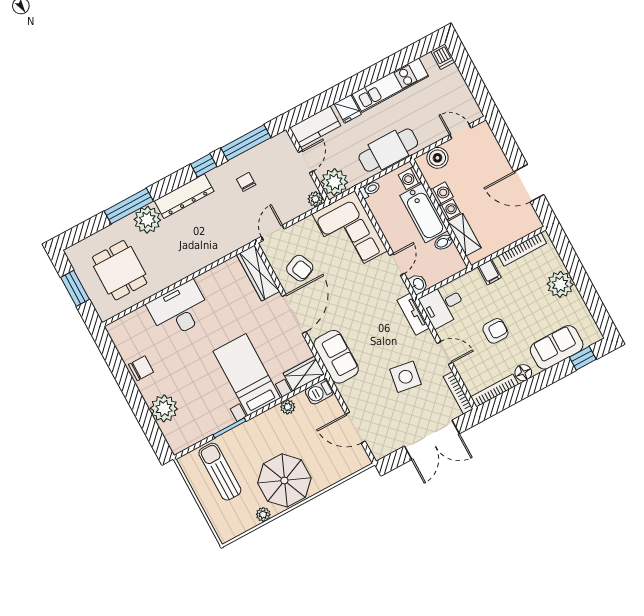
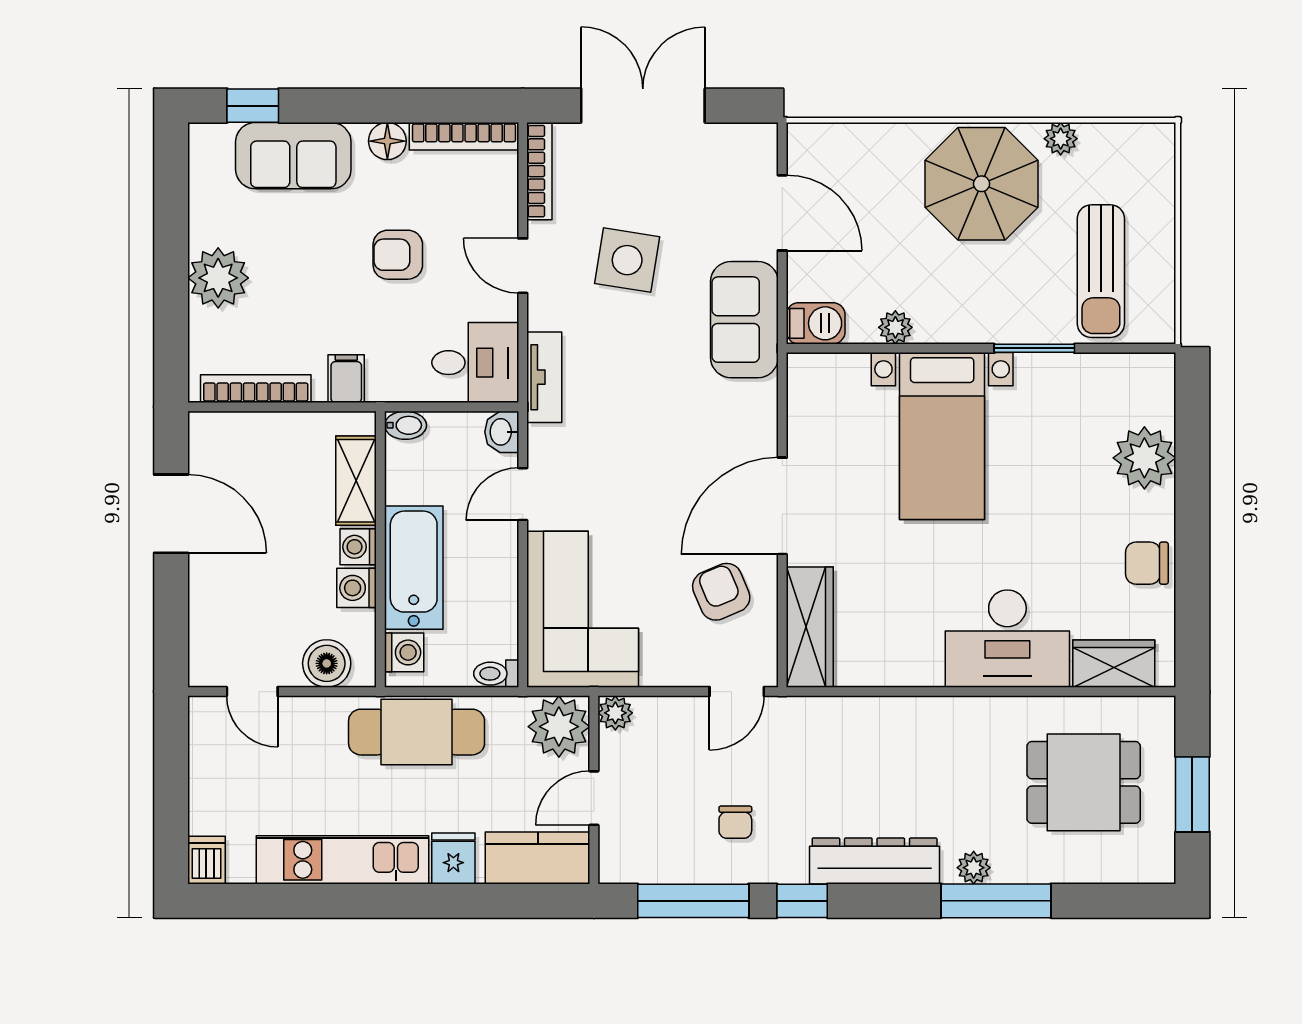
plant: (147, 220) -> (974, 868), width x0.53, depth x0.53
bidet: (444, 242) -> (405, 425), moved
dining table: (120, 270) -> (1084, 782), turned 90
sofa: (336, 357) -> (744, 320), moved
wardrobe: (304, 374) -> (1114, 664), moved, turned 180

